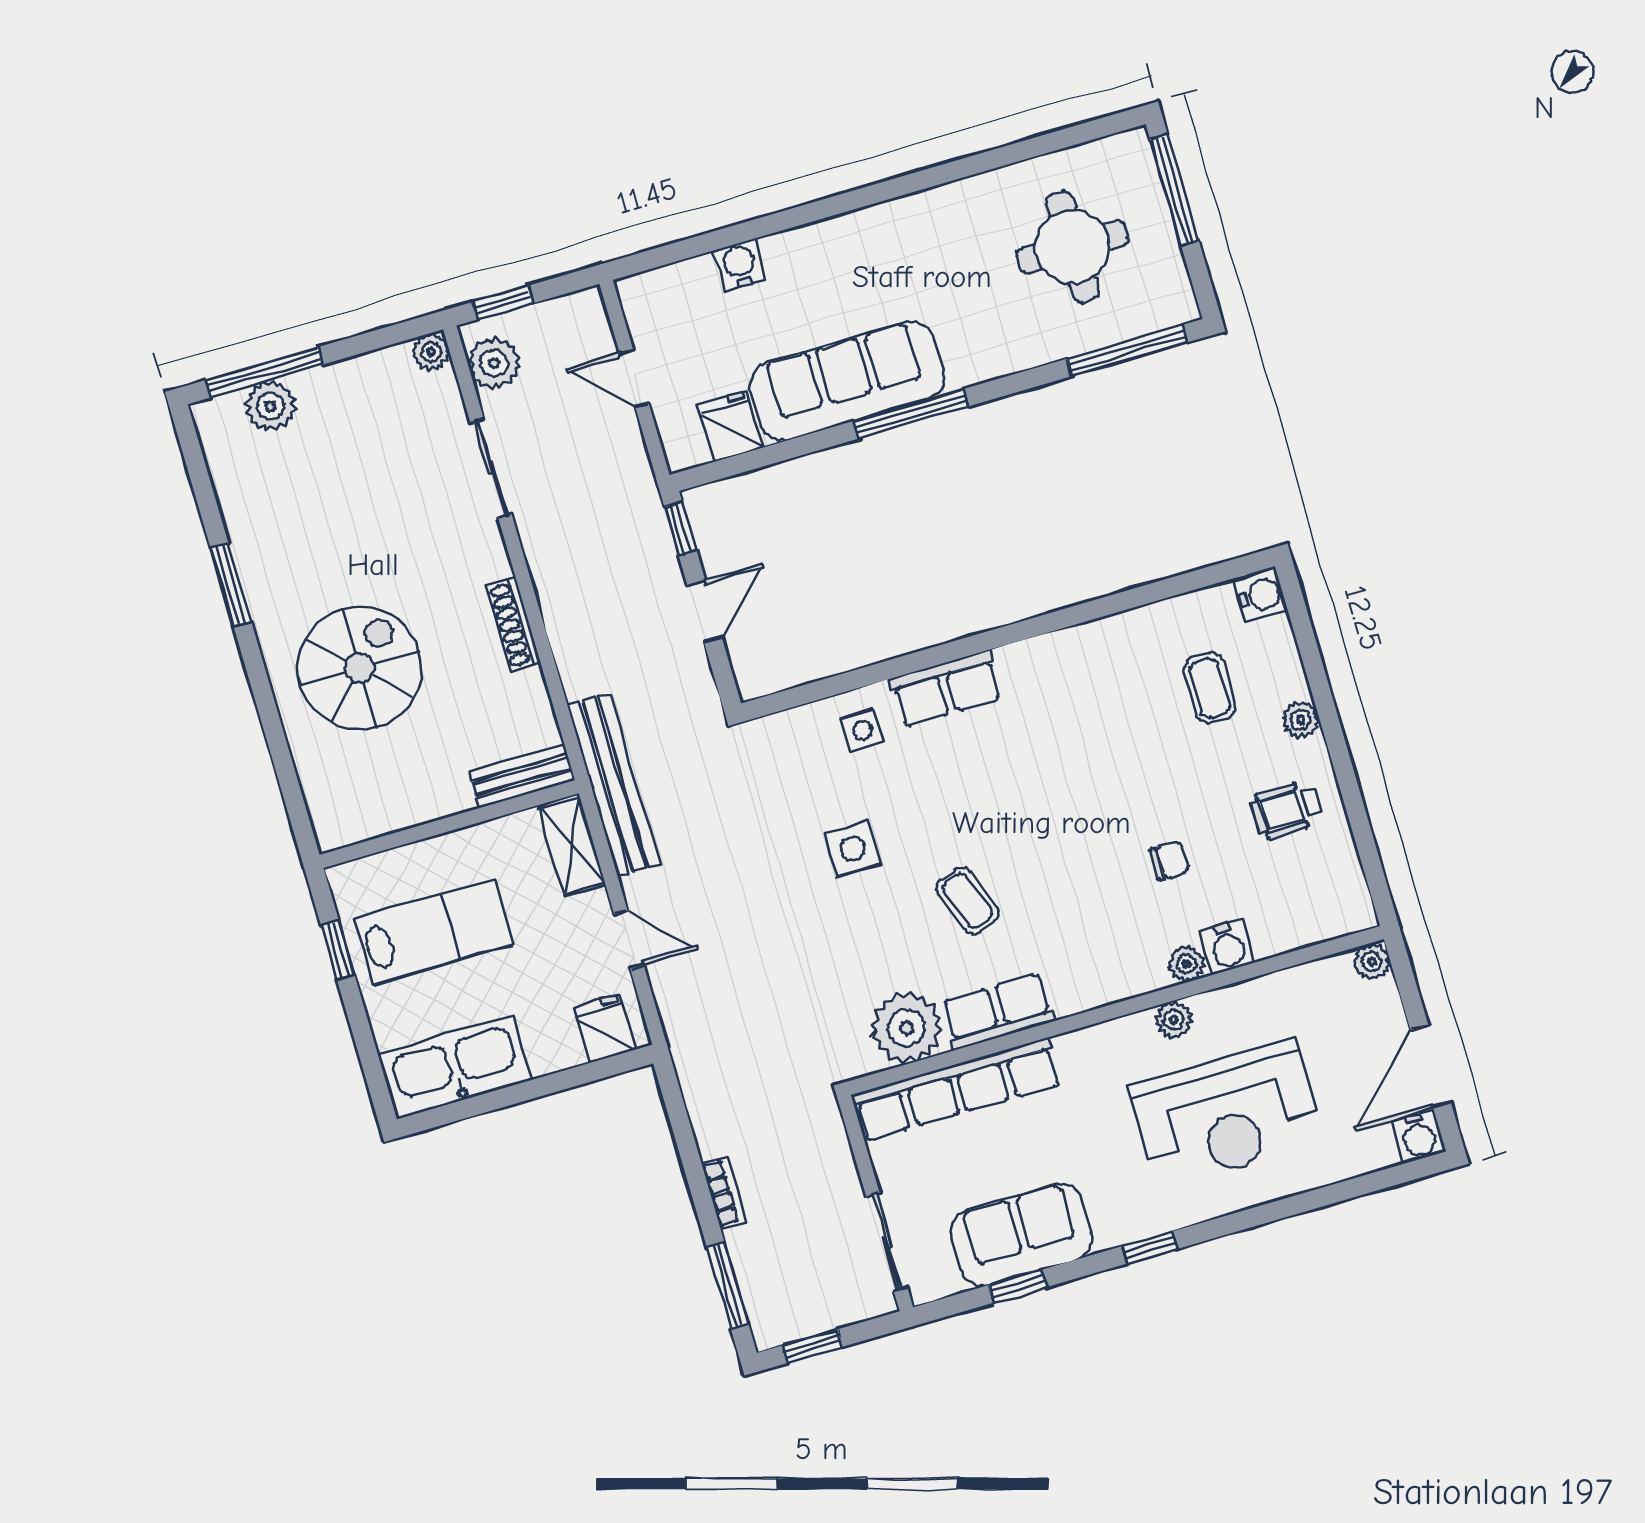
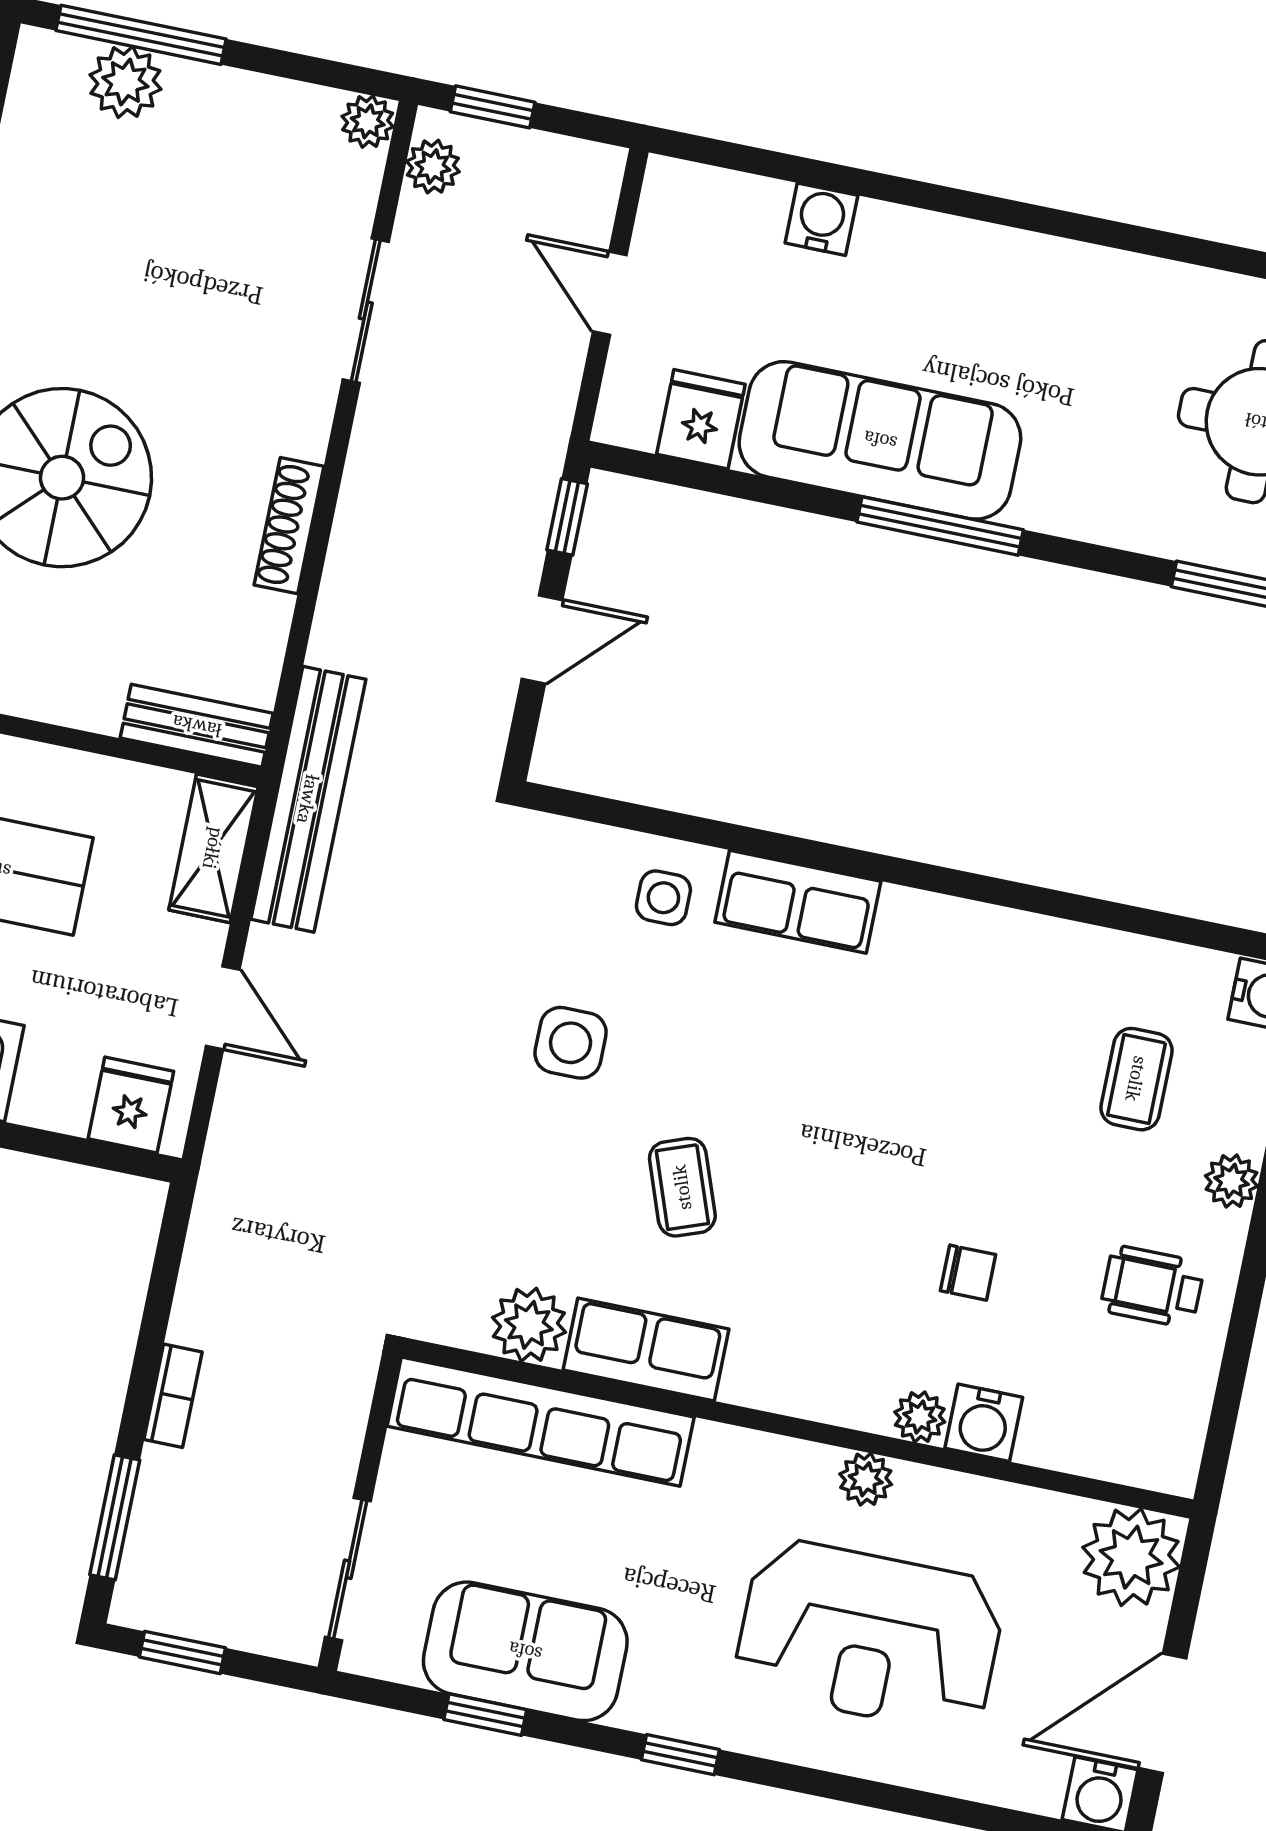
plant: (494, 363) -> (433, 167), width x0.73, depth x0.73
plant: (1372, 962) -> (1131, 1557), width x1.88, depth x1.88
plant: (907, 1028) -> (529, 1325), width x0.73, depth x0.73

